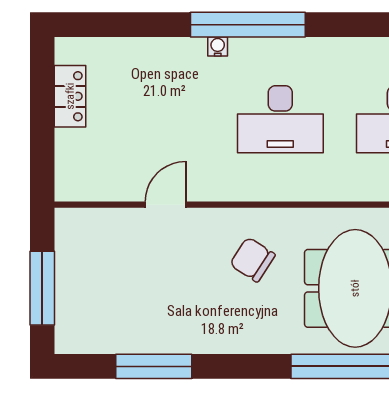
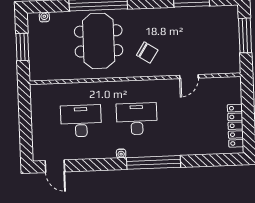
water cooler: (218, 46) -> (121, 153), moved
locker: (70, 96) -> (235, 126), width x1.53

